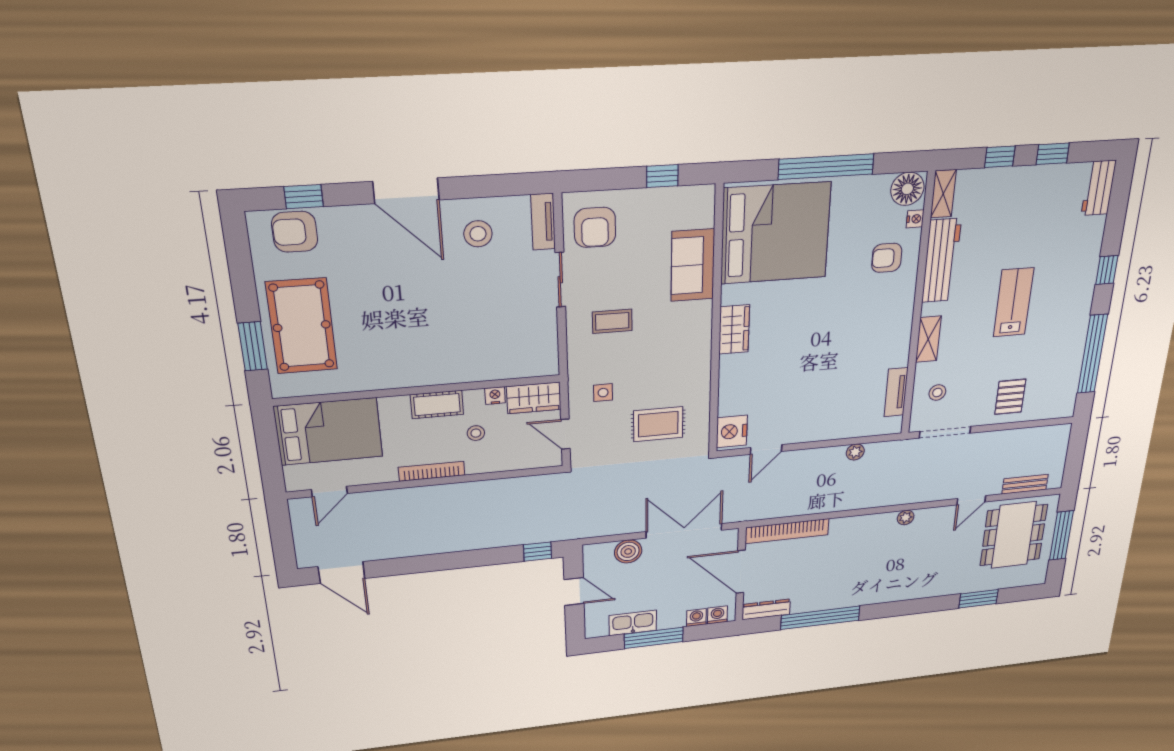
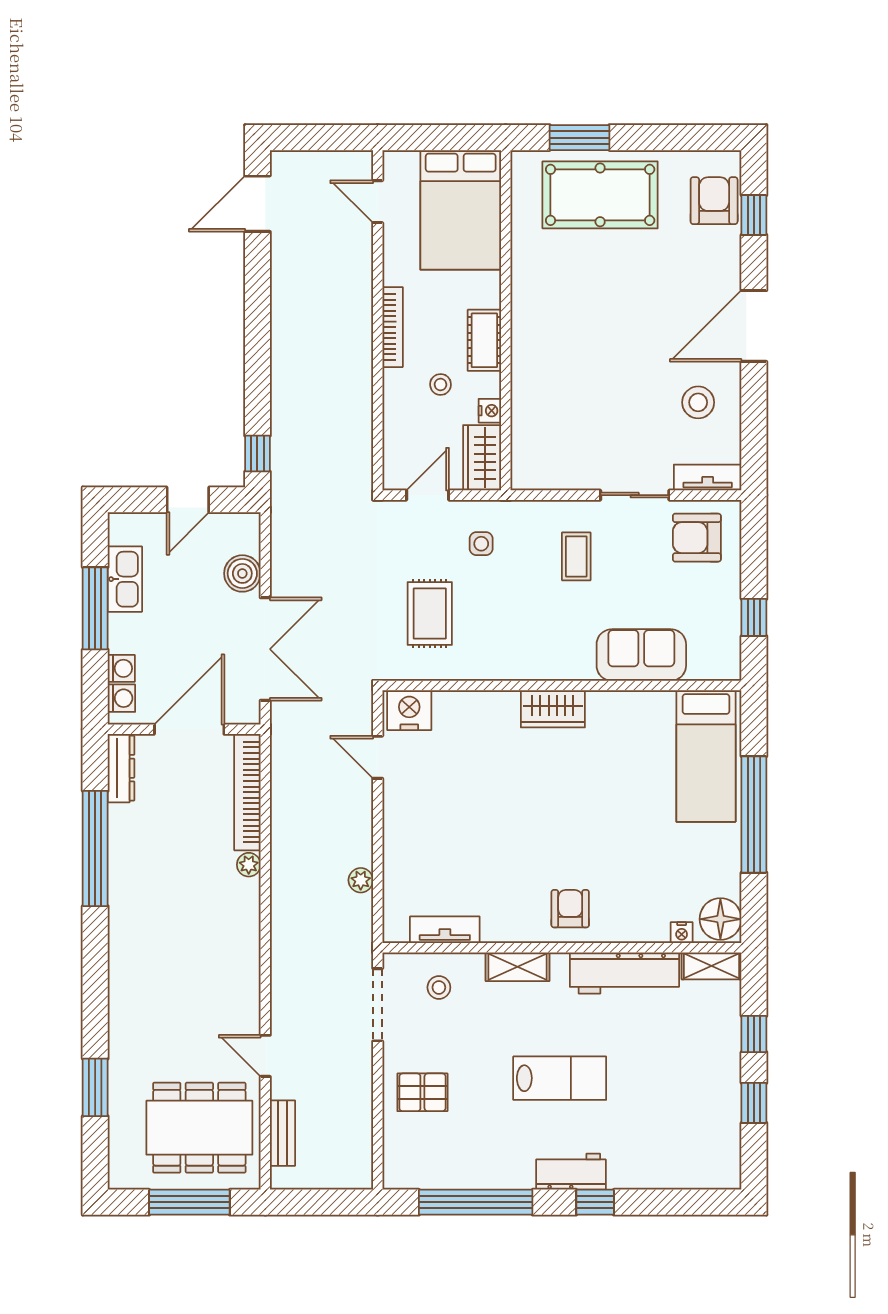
workbench: (1099, 188) -> (571, 1172), moved
bed: (775, 233) -> (706, 756), width x0.49
armchair: (887, 258) -> (570, 909), moved
plant: (906, 517) -> (249, 865), moved

